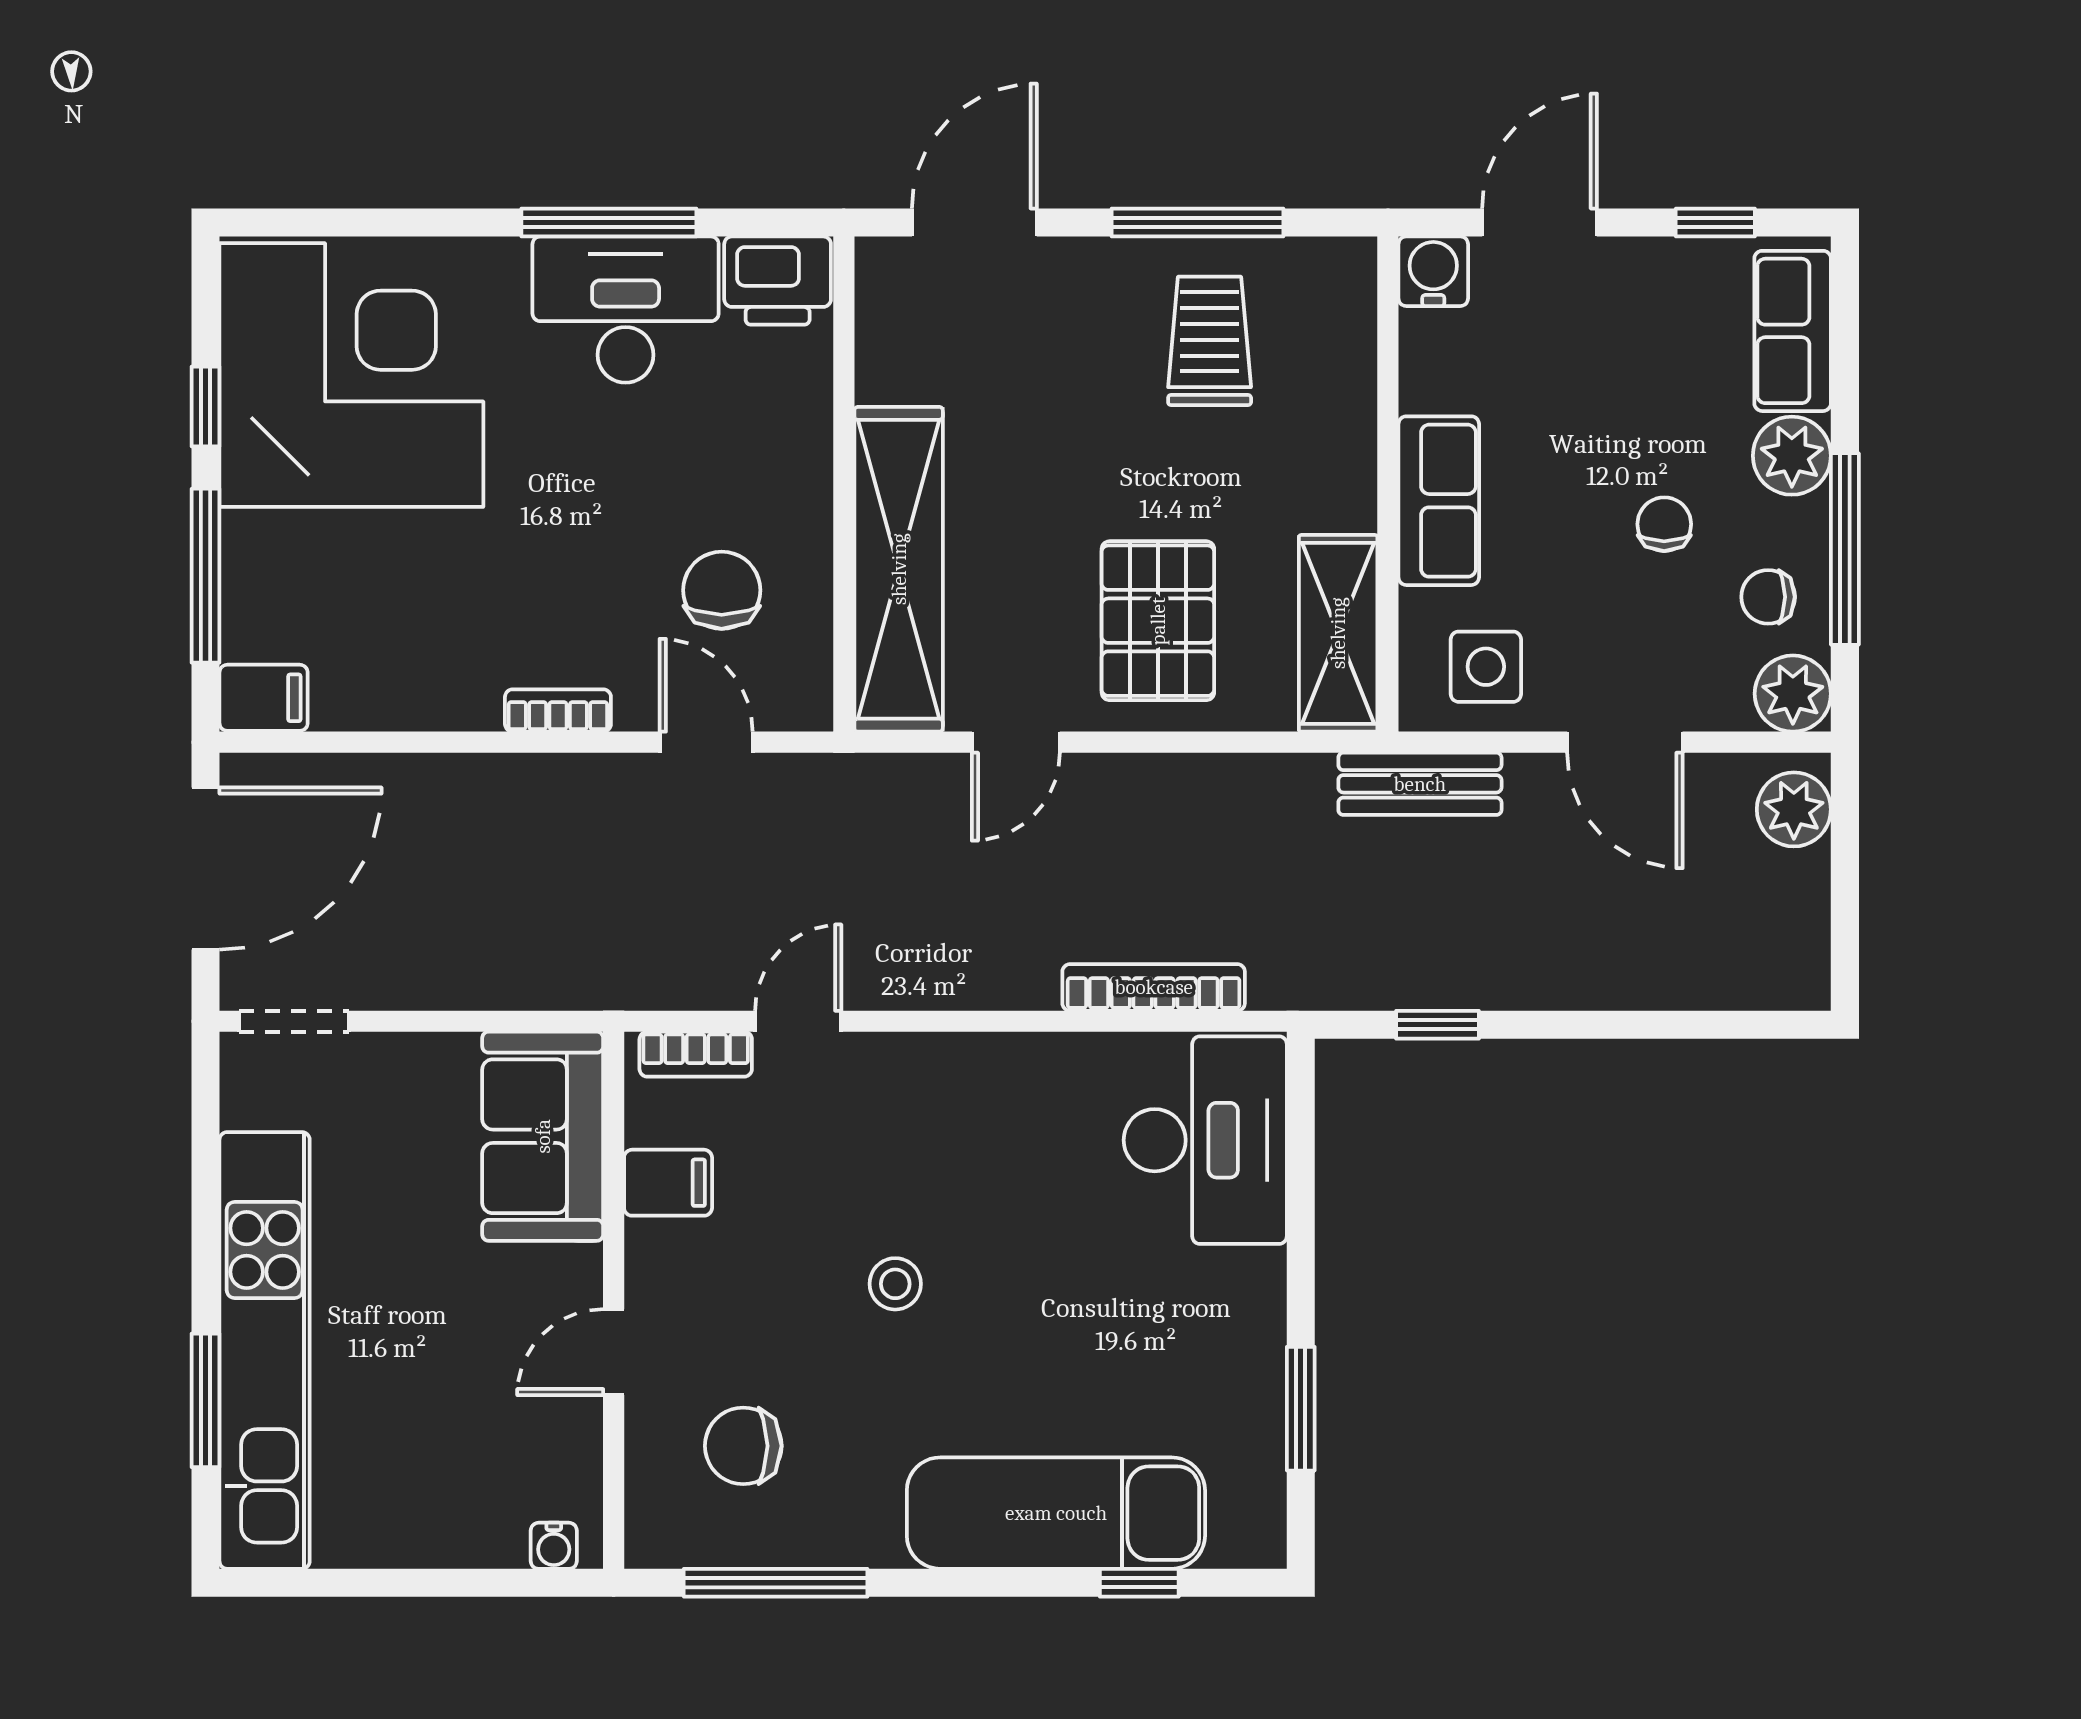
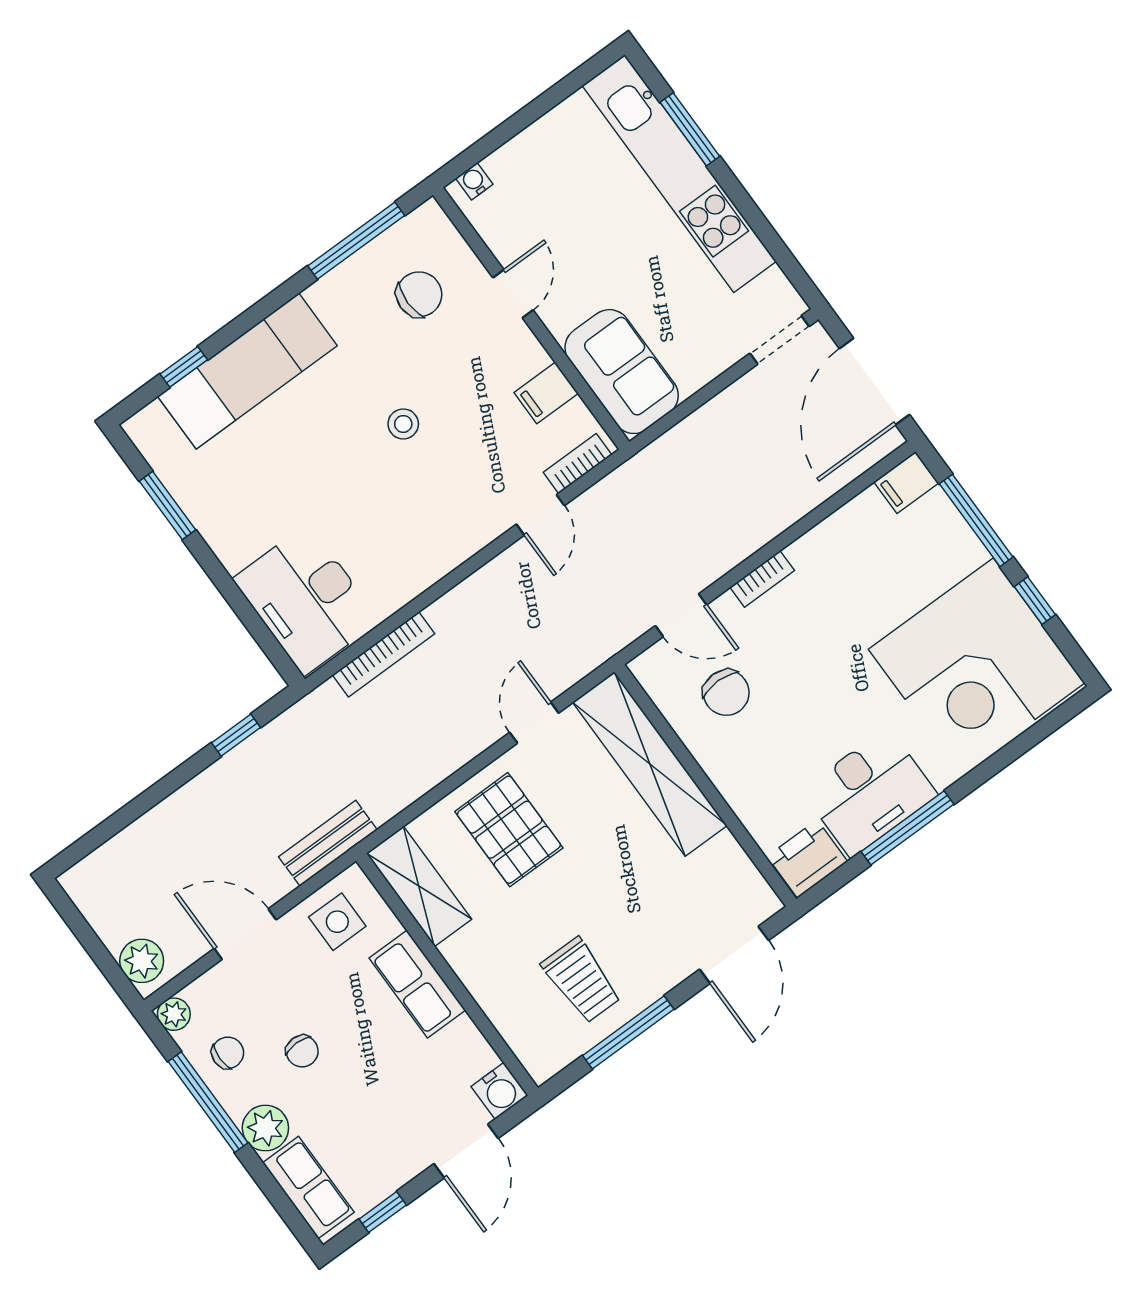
plant: (1793, 694) -> (174, 1014), width x0.73, depth x0.73

